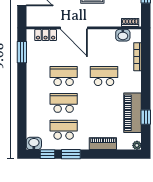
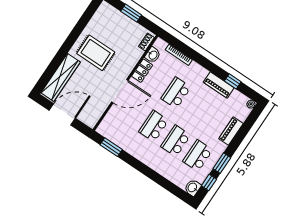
locker: (46, 35) -> (142, 71), moved
piano: (133, 113) -> (219, 85), width x0.73, depth x0.75

